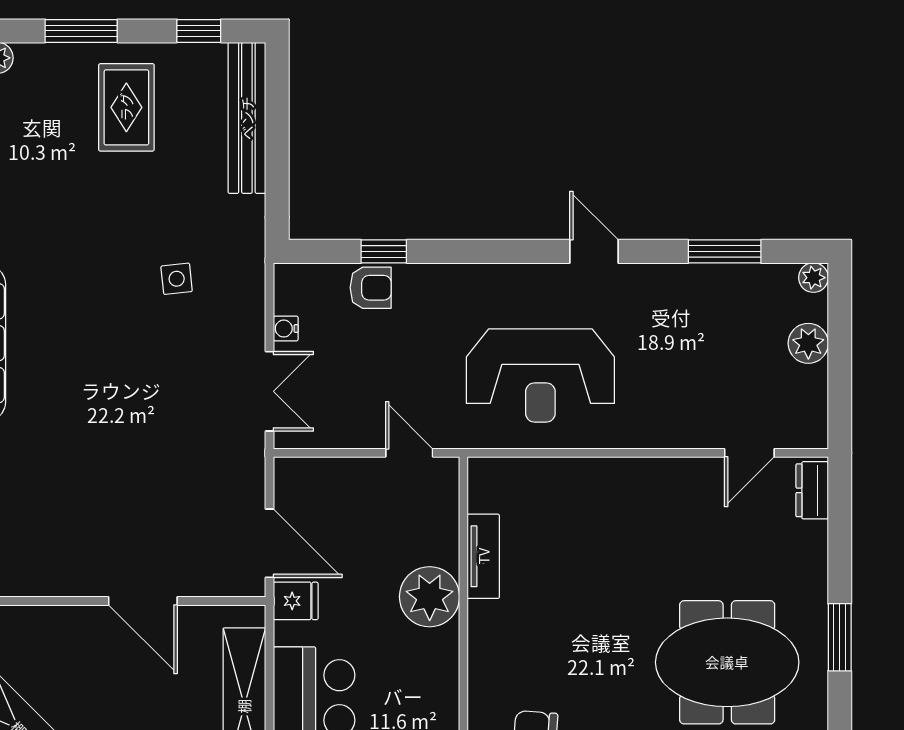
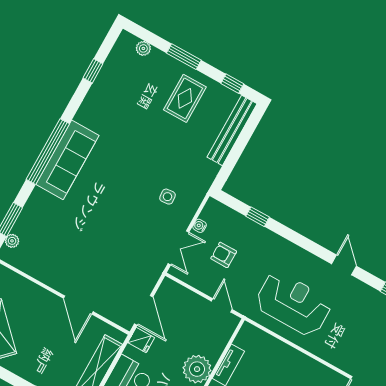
side table: (177, 279) -> (168, 197), moved
armchair: (371, 288) -> (224, 255), moved, turned 180
reception desk: (540, 376) -> (293, 304), turned 180

